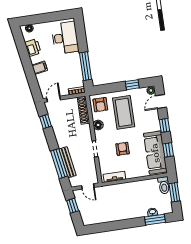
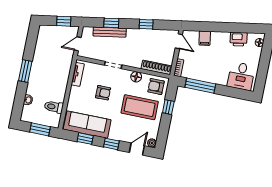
desk: (65, 38) -> (241, 76), width x0.73
filing cabinet: (40, 68) -> (205, 38), moved
window: (132, 85) -> (168, 107), moved
door: (161, 102) -> (137, 149), hinge flipped
window: (46, 122) -> (146, 24), moved
window: (59, 164) -> (111, 23), width x0.46
toilet: (164, 185) -> (54, 107), moved
window: (155, 220) -> (25, 71), moved

